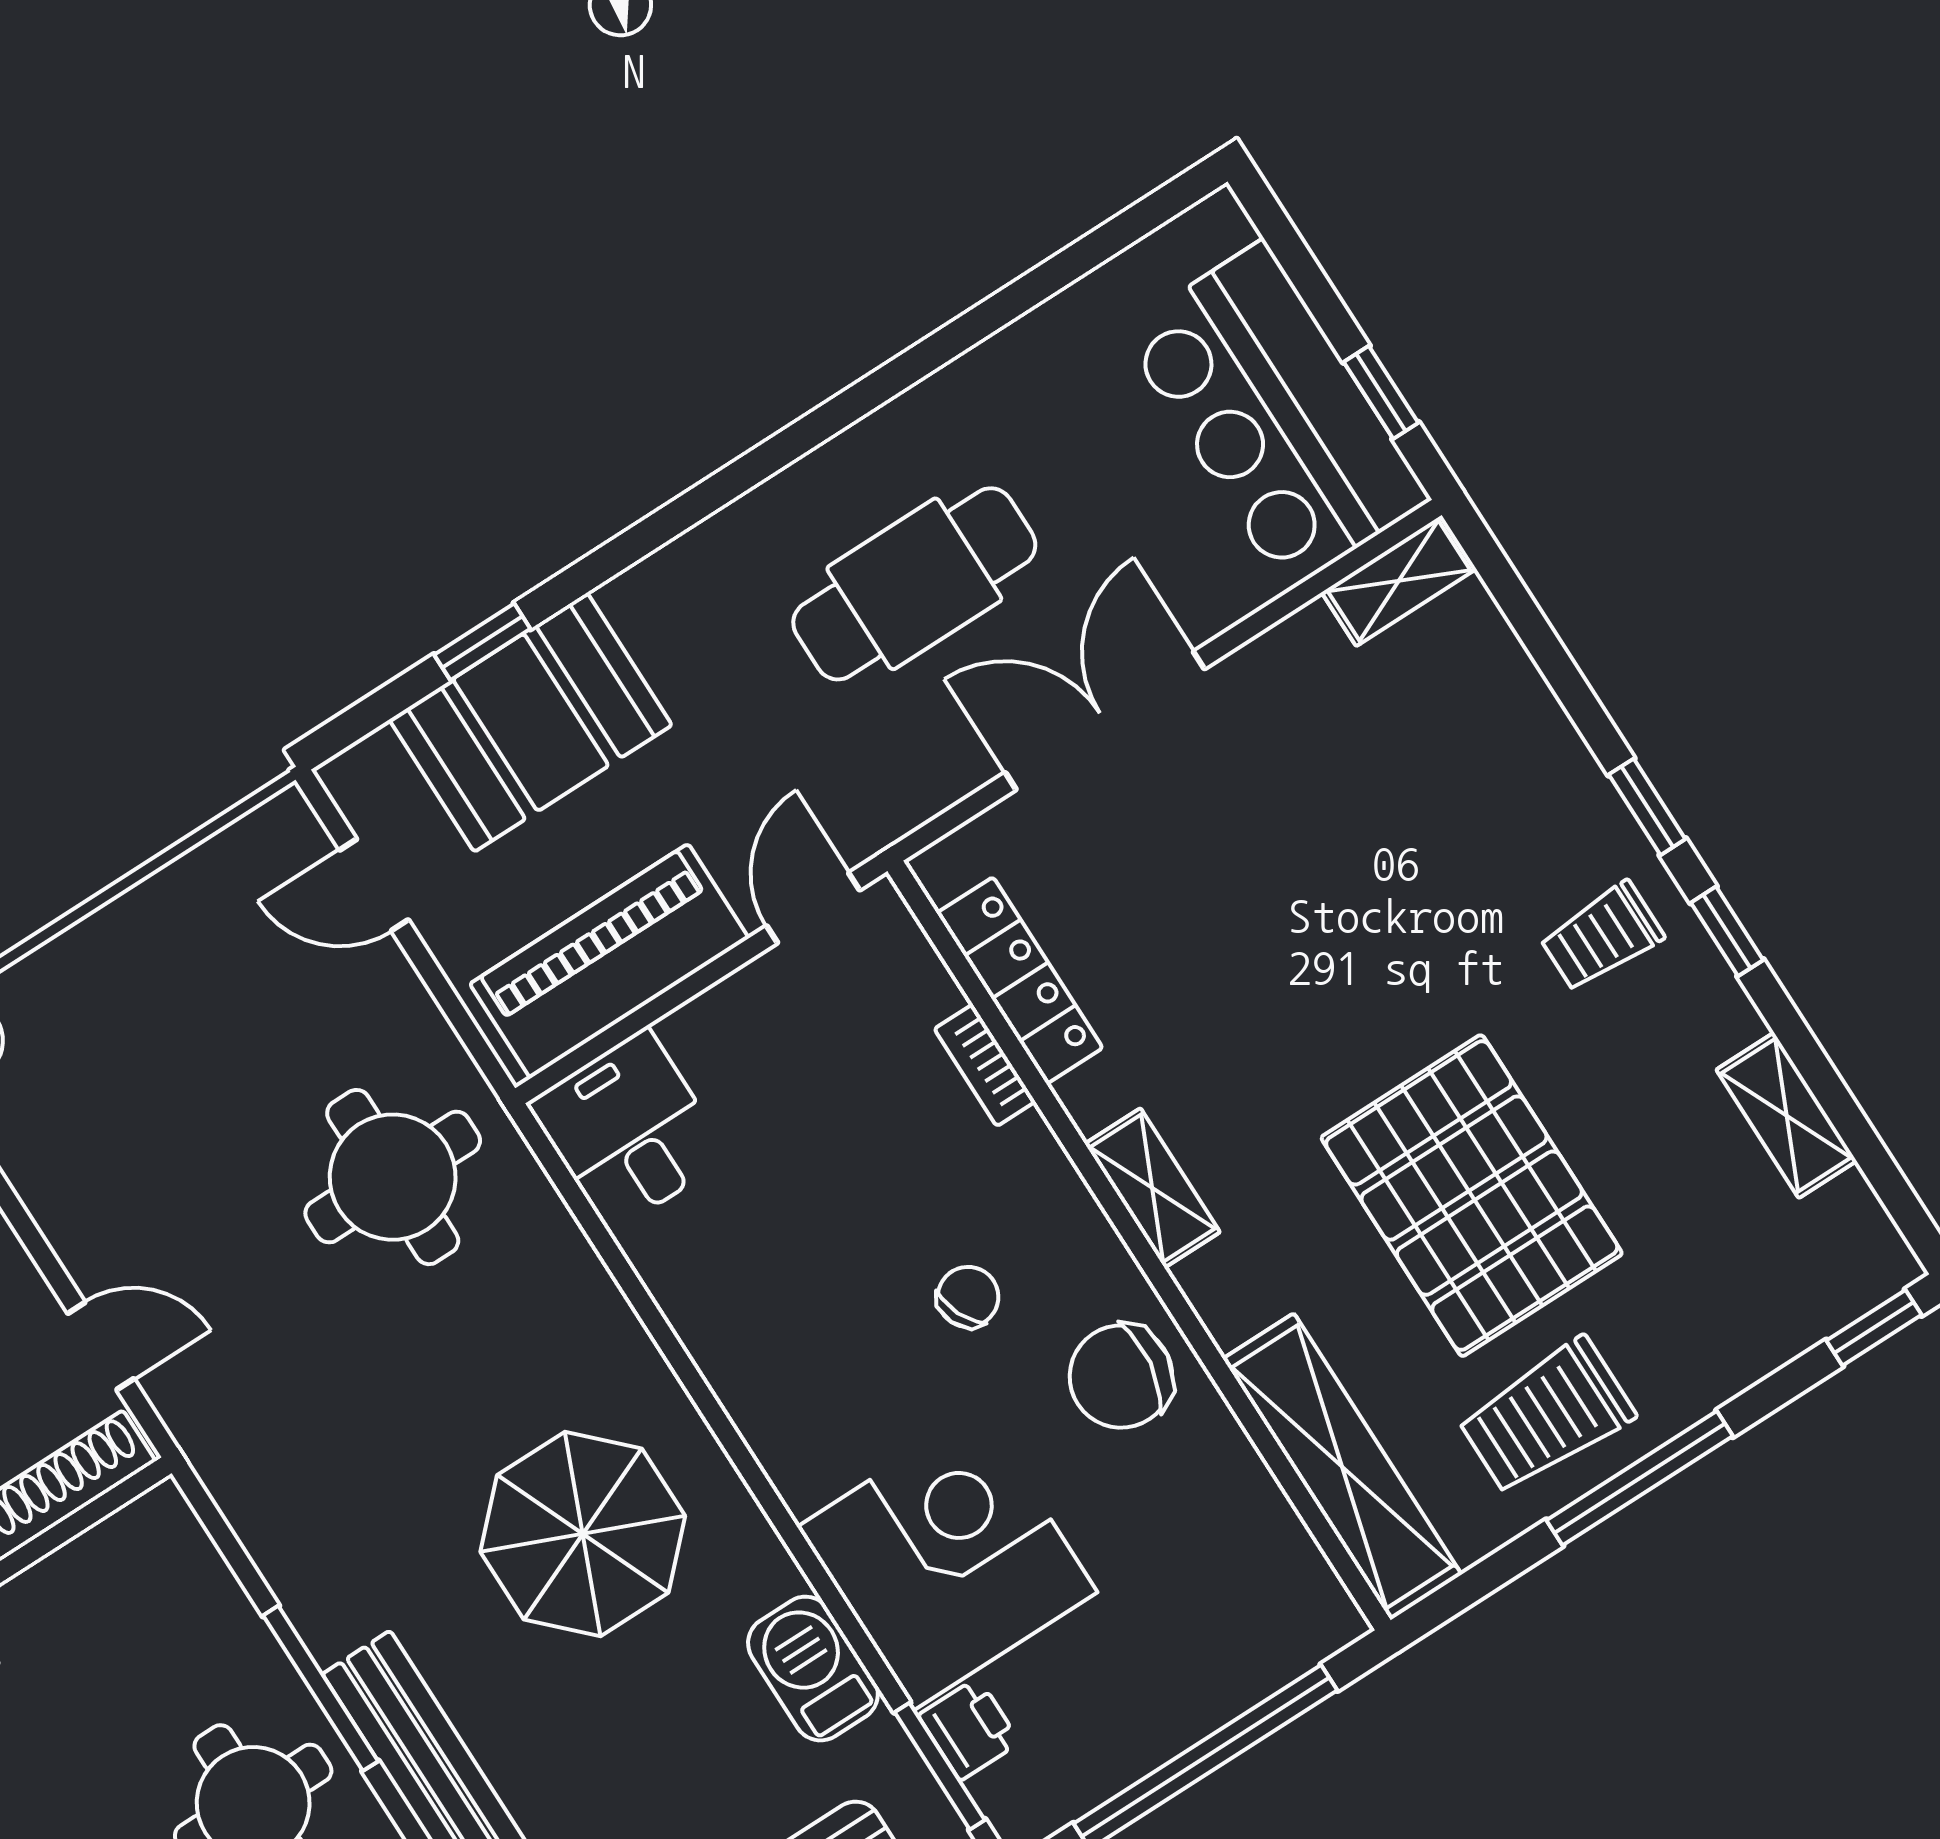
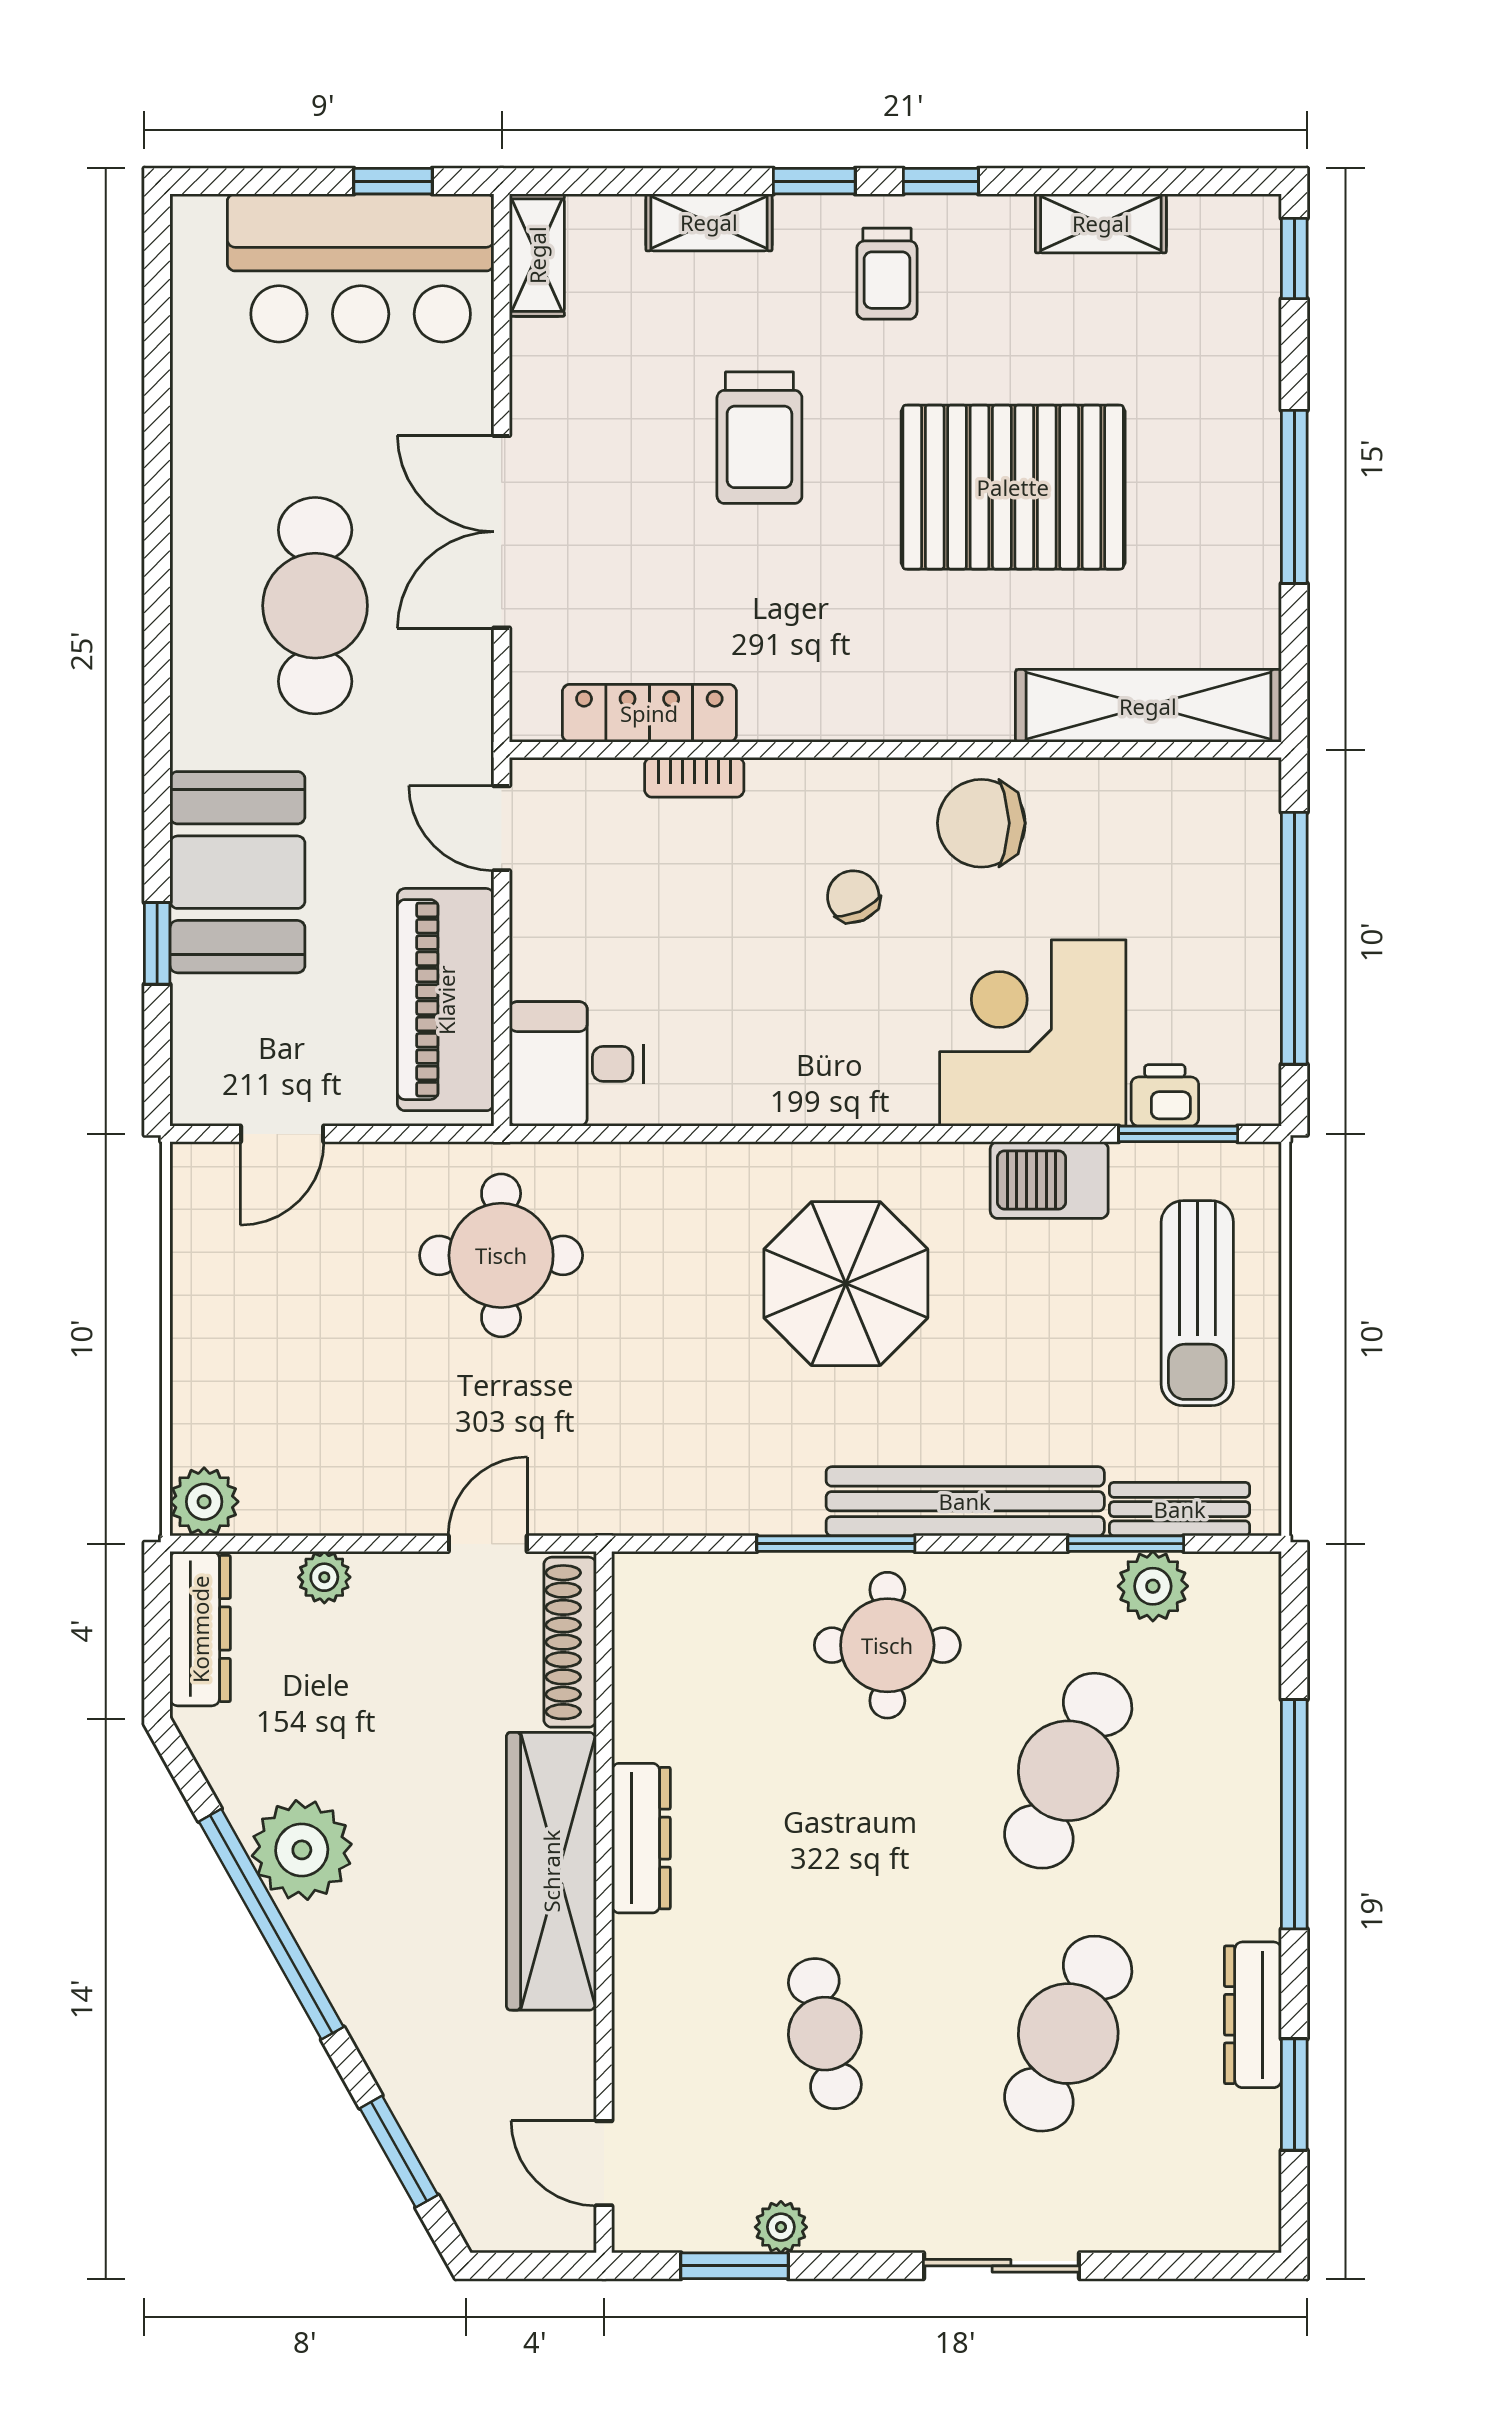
booth: (531, 722) -> (237, 872), moved
shelving: (1152, 1188) -> (709, 222), moved
chair: (1121, 1377) -> (981, 823), turned 82
trolley: (1546, 1416) -> (759, 438), moved

